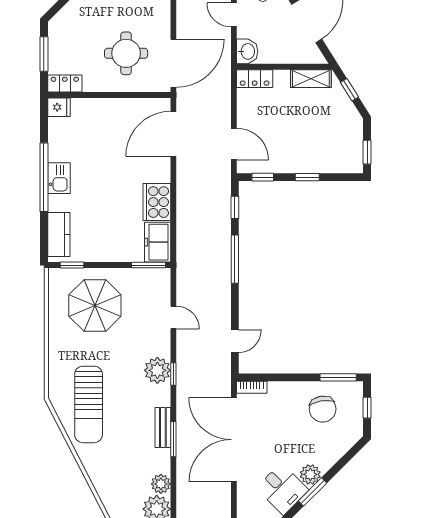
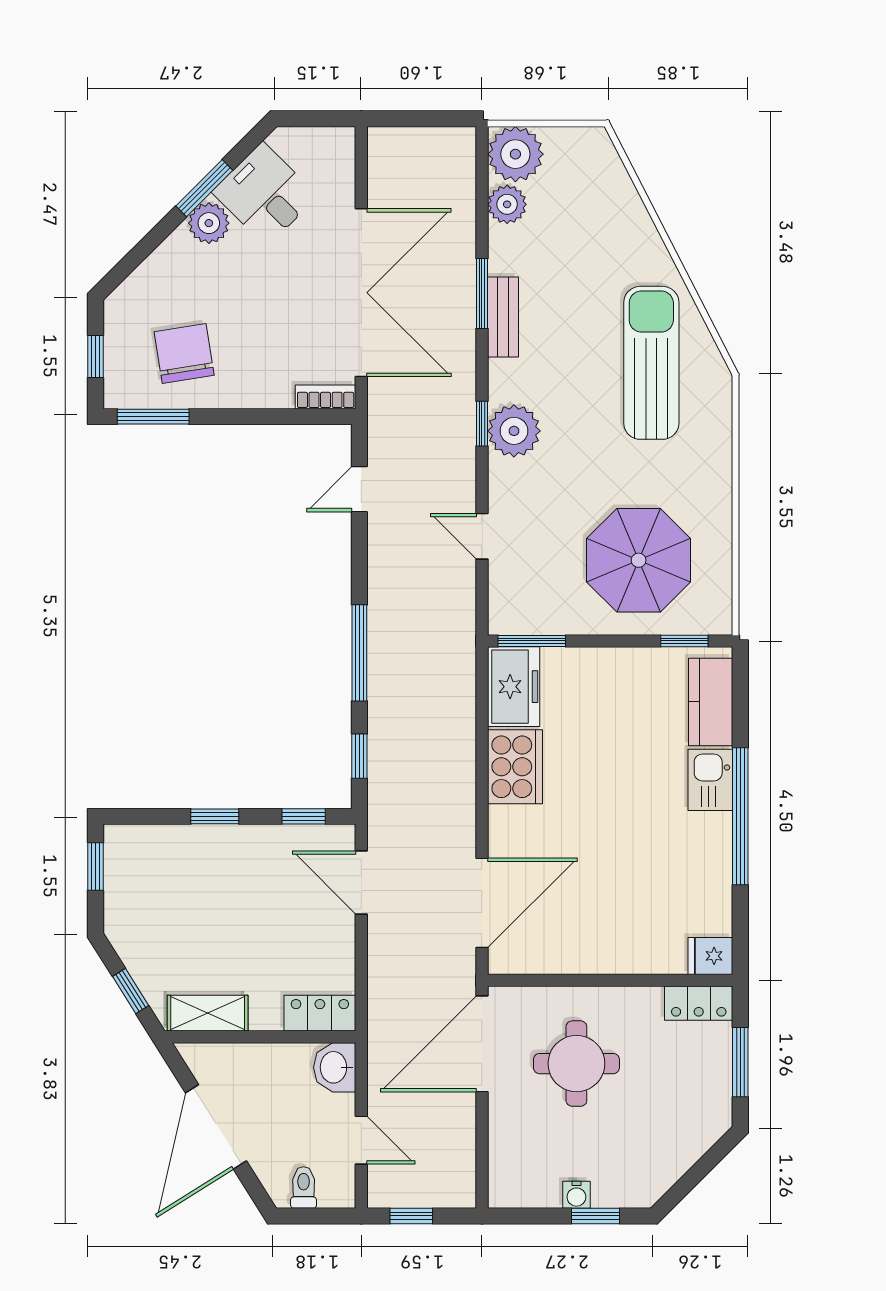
kitchen sink: (59, 178) -> (710, 780), moved

